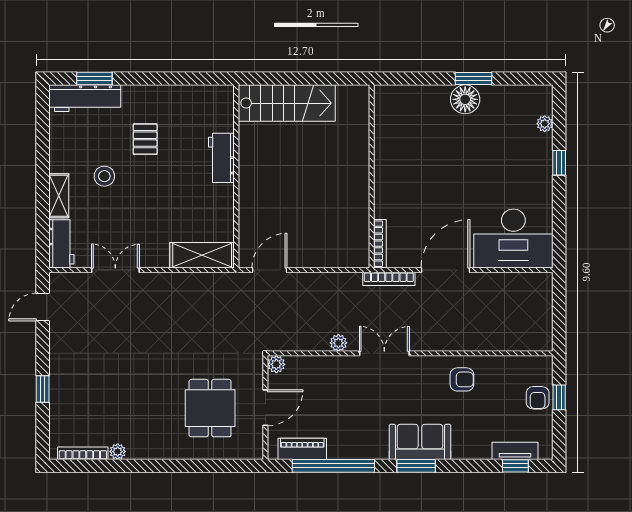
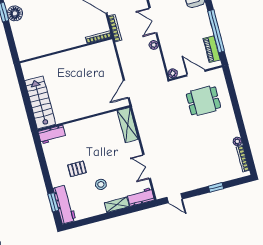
workbench: (221, 158) -> (52, 134), moved
door: (269, 270) -> (126, 89), hinge flipped

